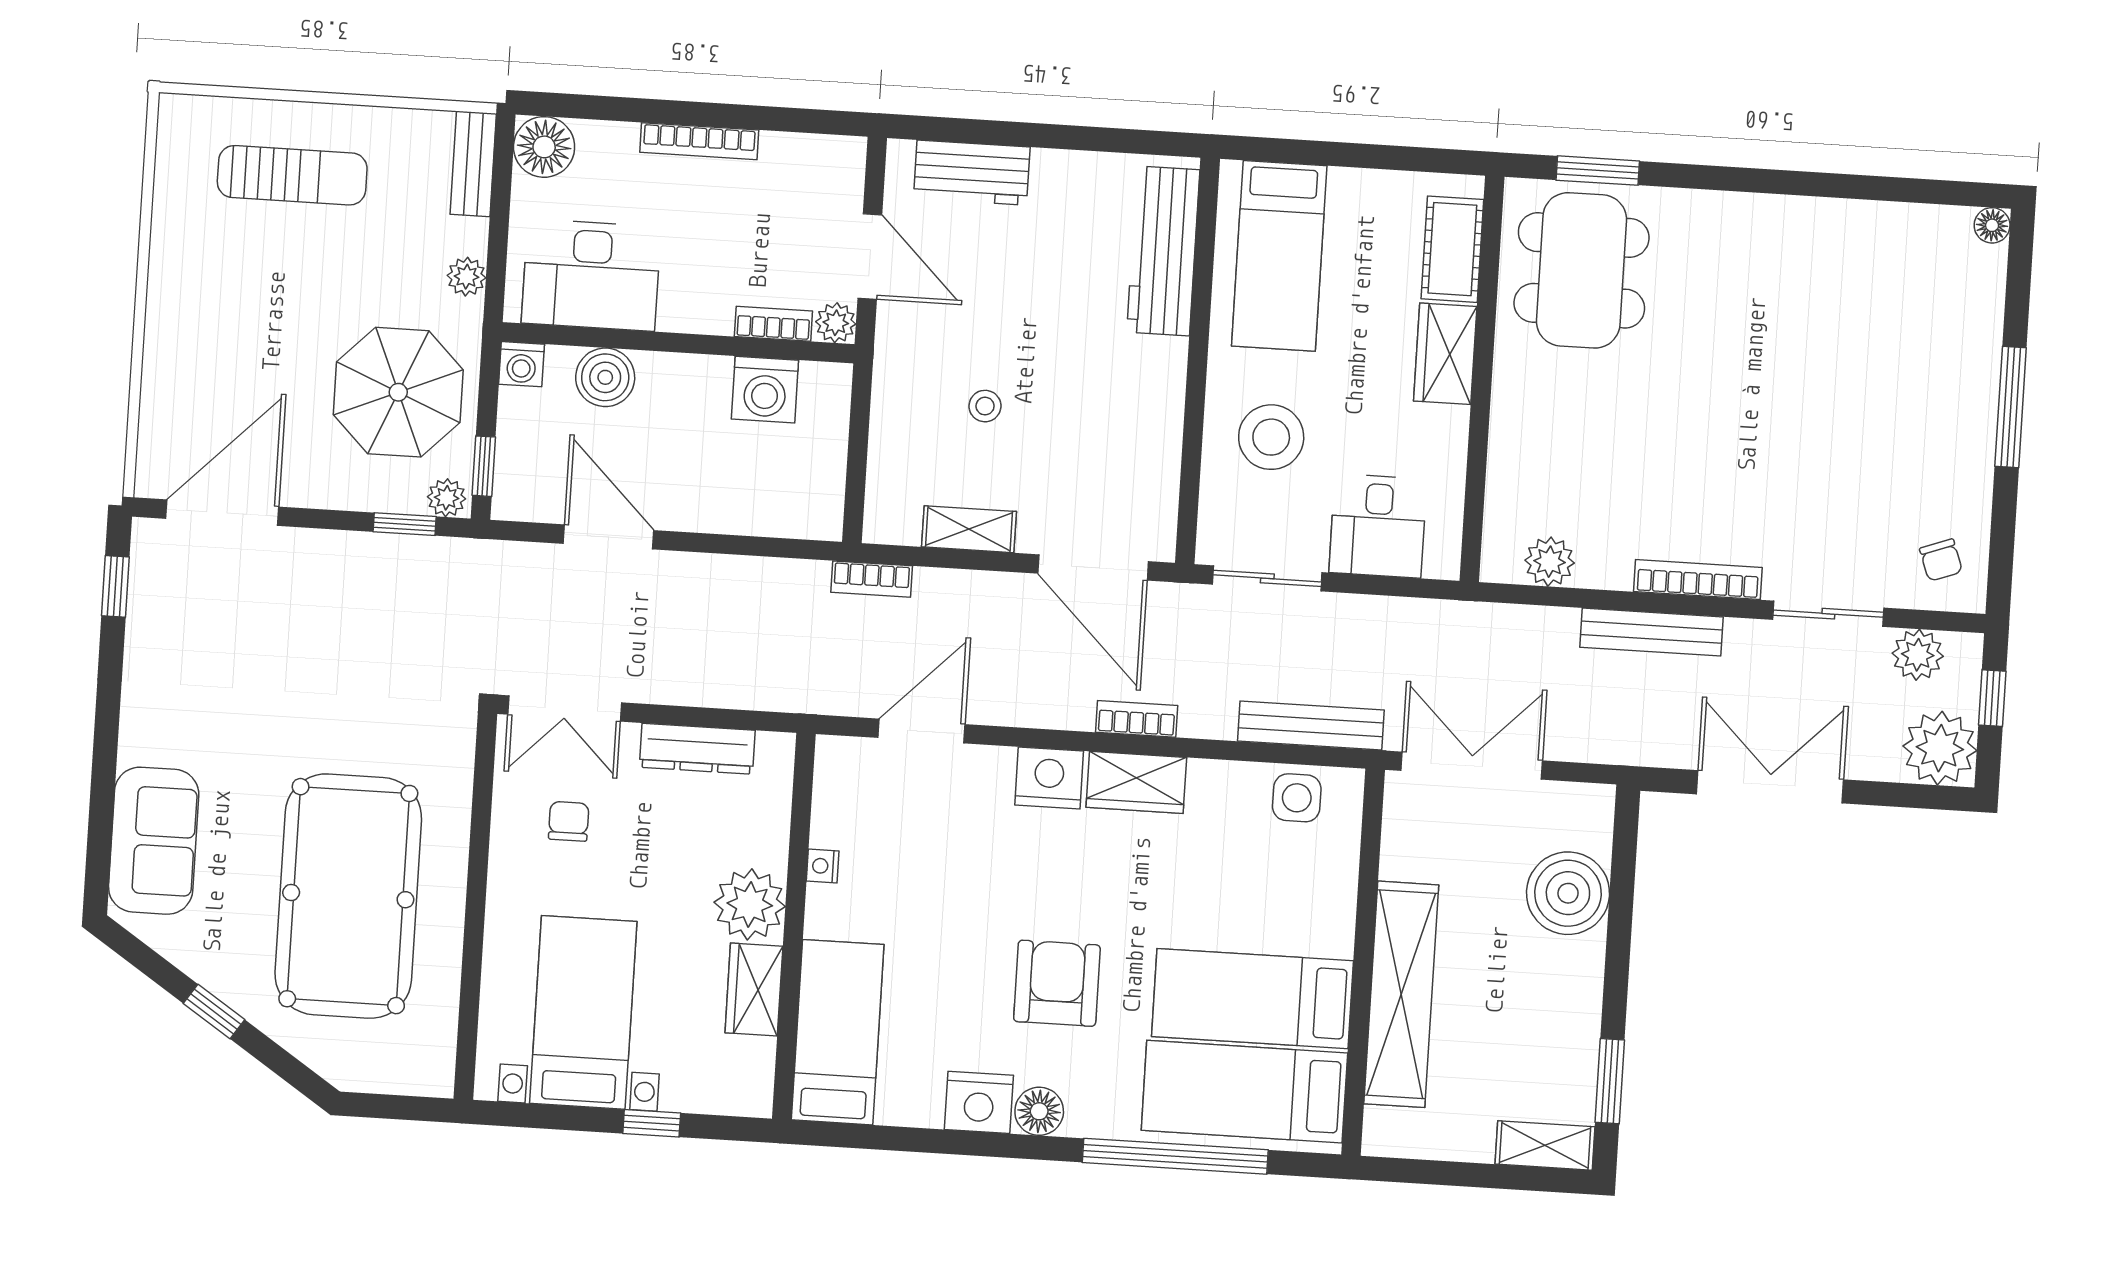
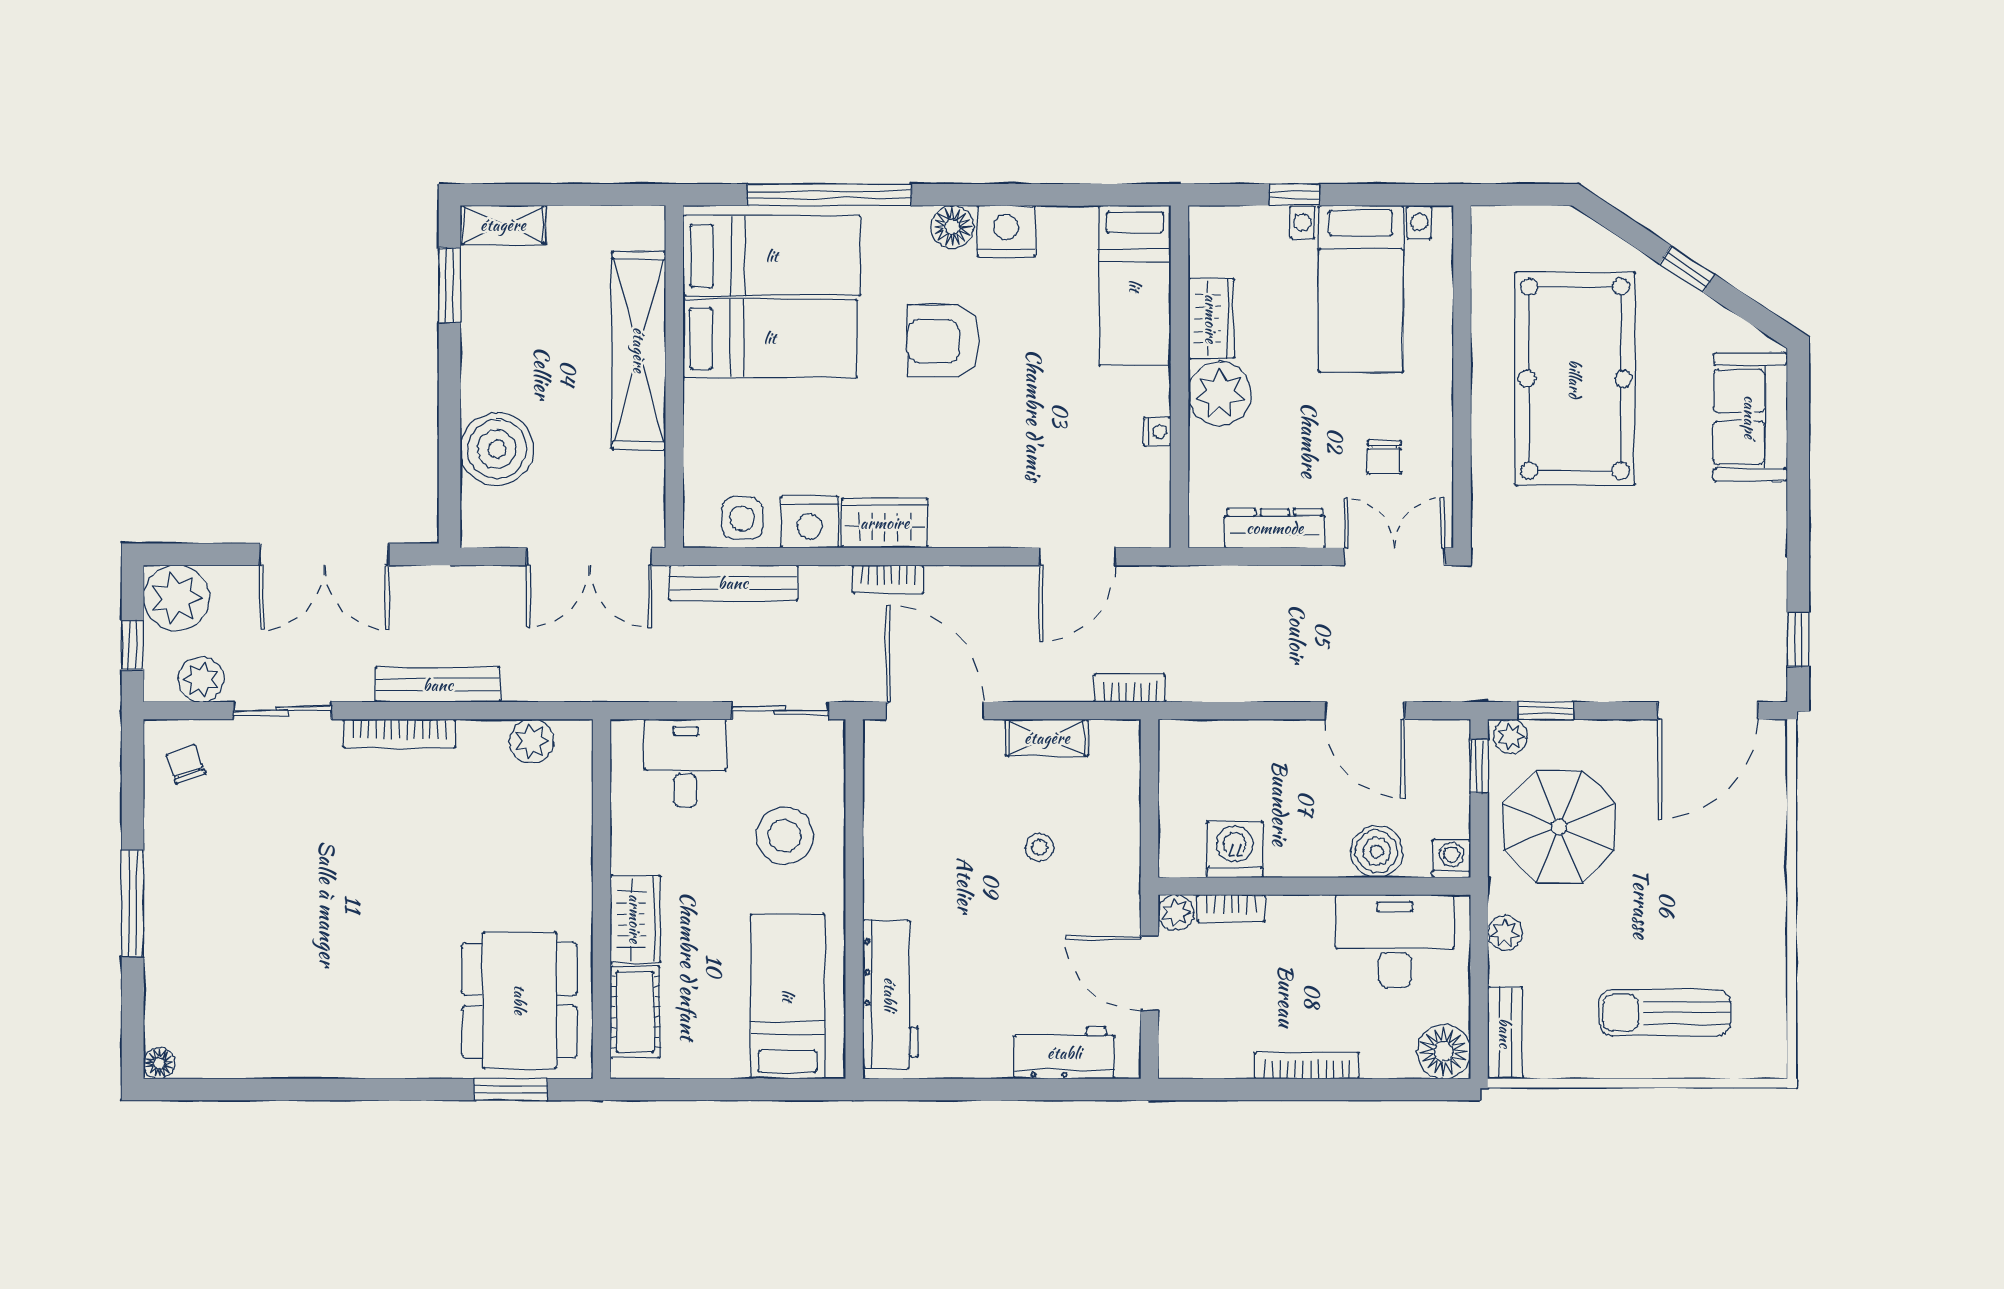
nightstand: (1049, 778) -> (809, 522), moved
armchair: (1057, 983) -> (944, 341), turned 90

